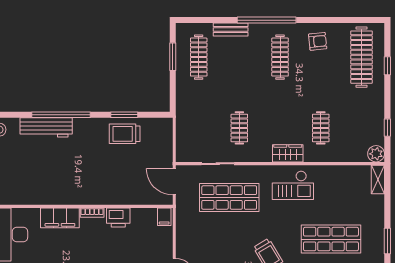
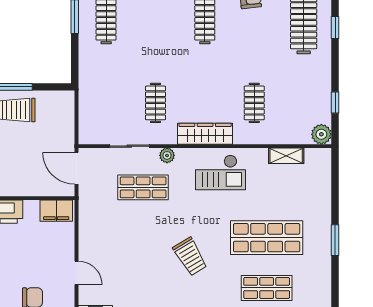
wardrobe: (288, 153) -> (205, 134), width x1.50
plant: (249, 171) -> (167, 155), added
shelving: (378, 180) -> (286, 156), moved, turned 90
shop shelf: (229, 198) -> (143, 187), width x0.70, depth x0.74
filing cabinet: (164, 217) -> (56, 211), width x2.00

